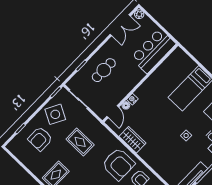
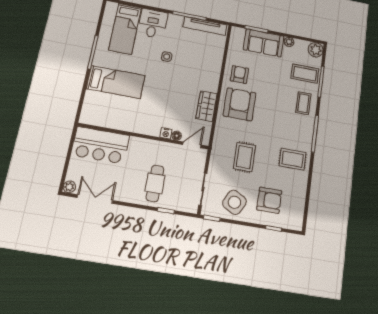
cafe table: (104, 70) -> (155, 183), turned 90

